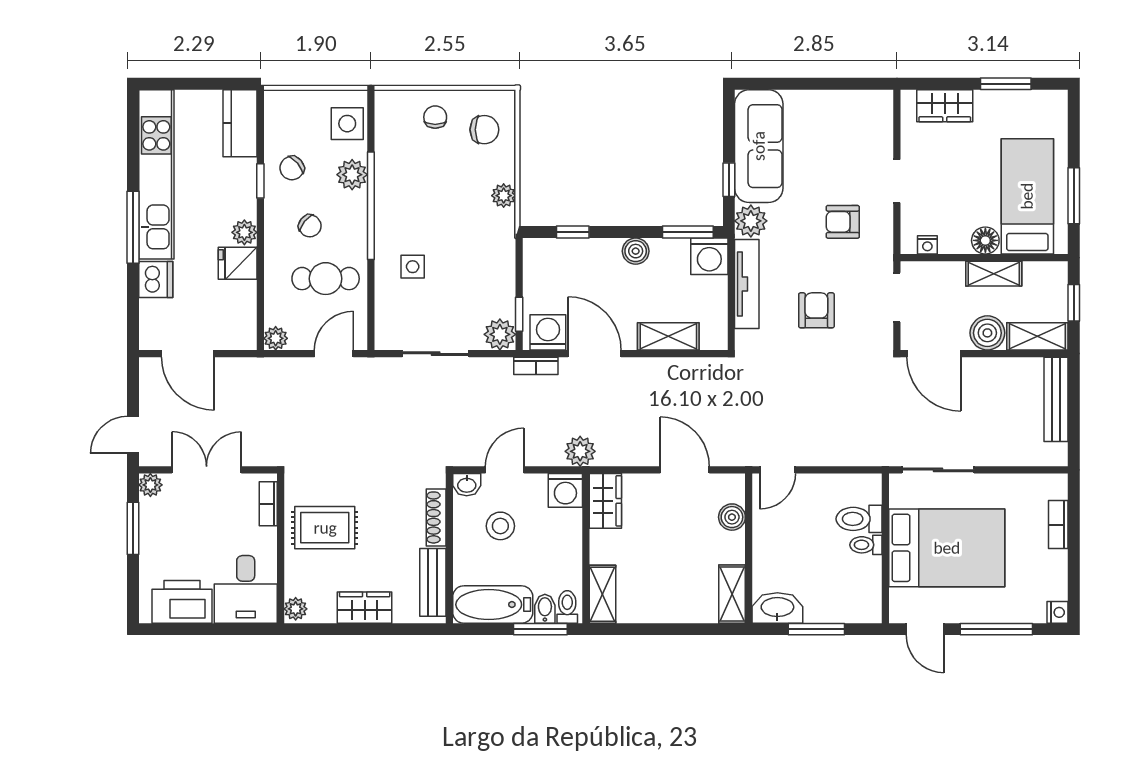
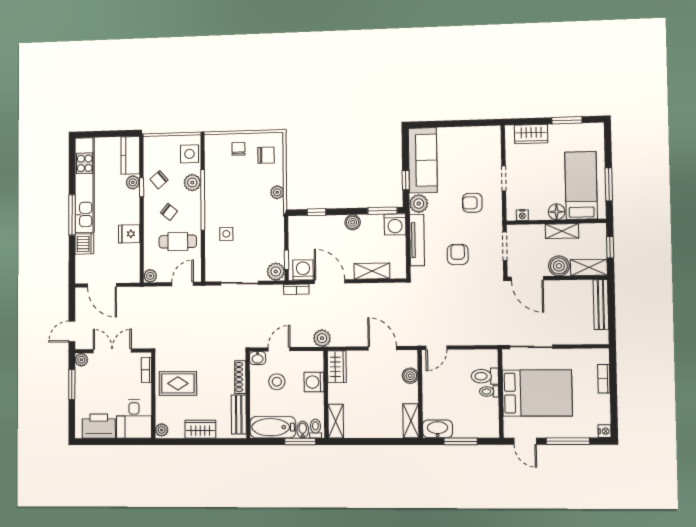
plant: (244, 232) -> (133, 182), moved
washing machine: (565, 490) -> (314, 382), moved, turned 90

